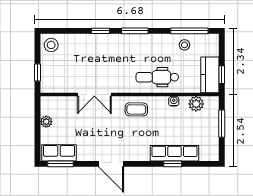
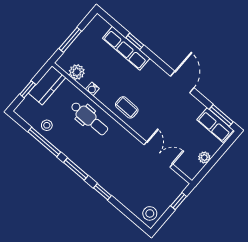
window: (189, 31) -> (44, 142), moved
window: (222, 75) -> (28, 89), moved
double door: (94, 95) -> (158, 154), moved

